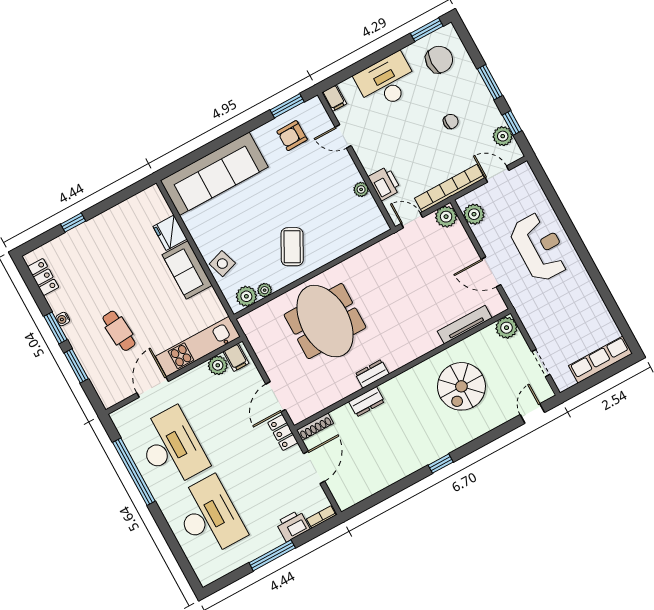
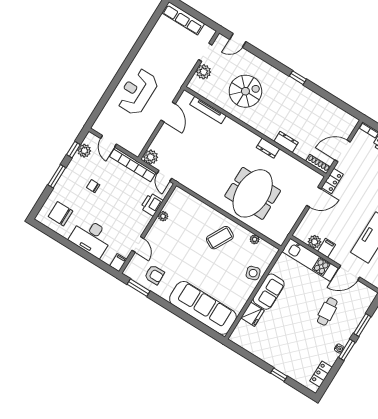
window: (427, 30) -> (47, 231), removed
plant: (474, 214) -> (140, 141), removed
plant: (246, 296) -> (264, 248), removed
plant: (507, 328) -> (204, 72), moved
filing cabinet: (236, 357) -> (327, 248), moved

